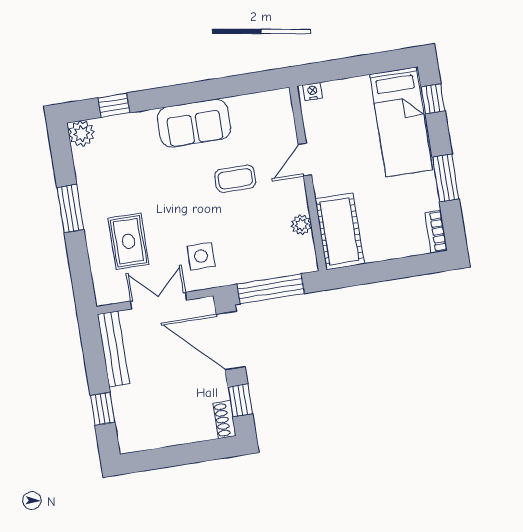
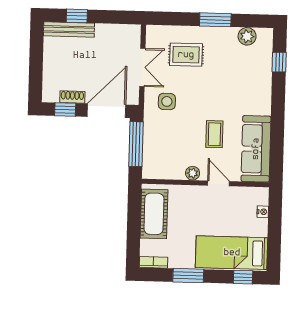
nightstand: (313, 92) -> (263, 212), moved
sofa: (194, 123) -> (256, 149), moved, width x1.36
plant: (82, 134) -> (247, 36), moved
plant: (301, 225) -> (193, 173), moved
cot: (340, 231) -> (154, 214), moved, turned 90
bench: (113, 349) -> (69, 30), moved
shoe rack: (225, 420) -> (72, 97), moved

